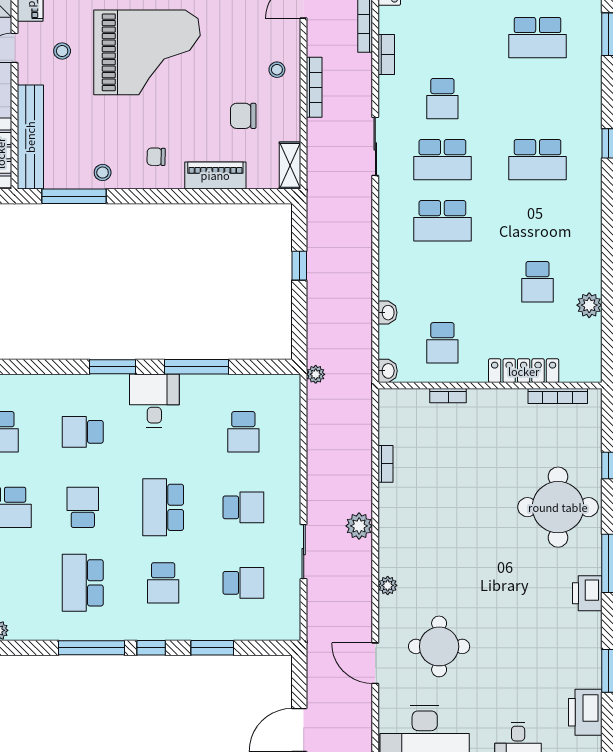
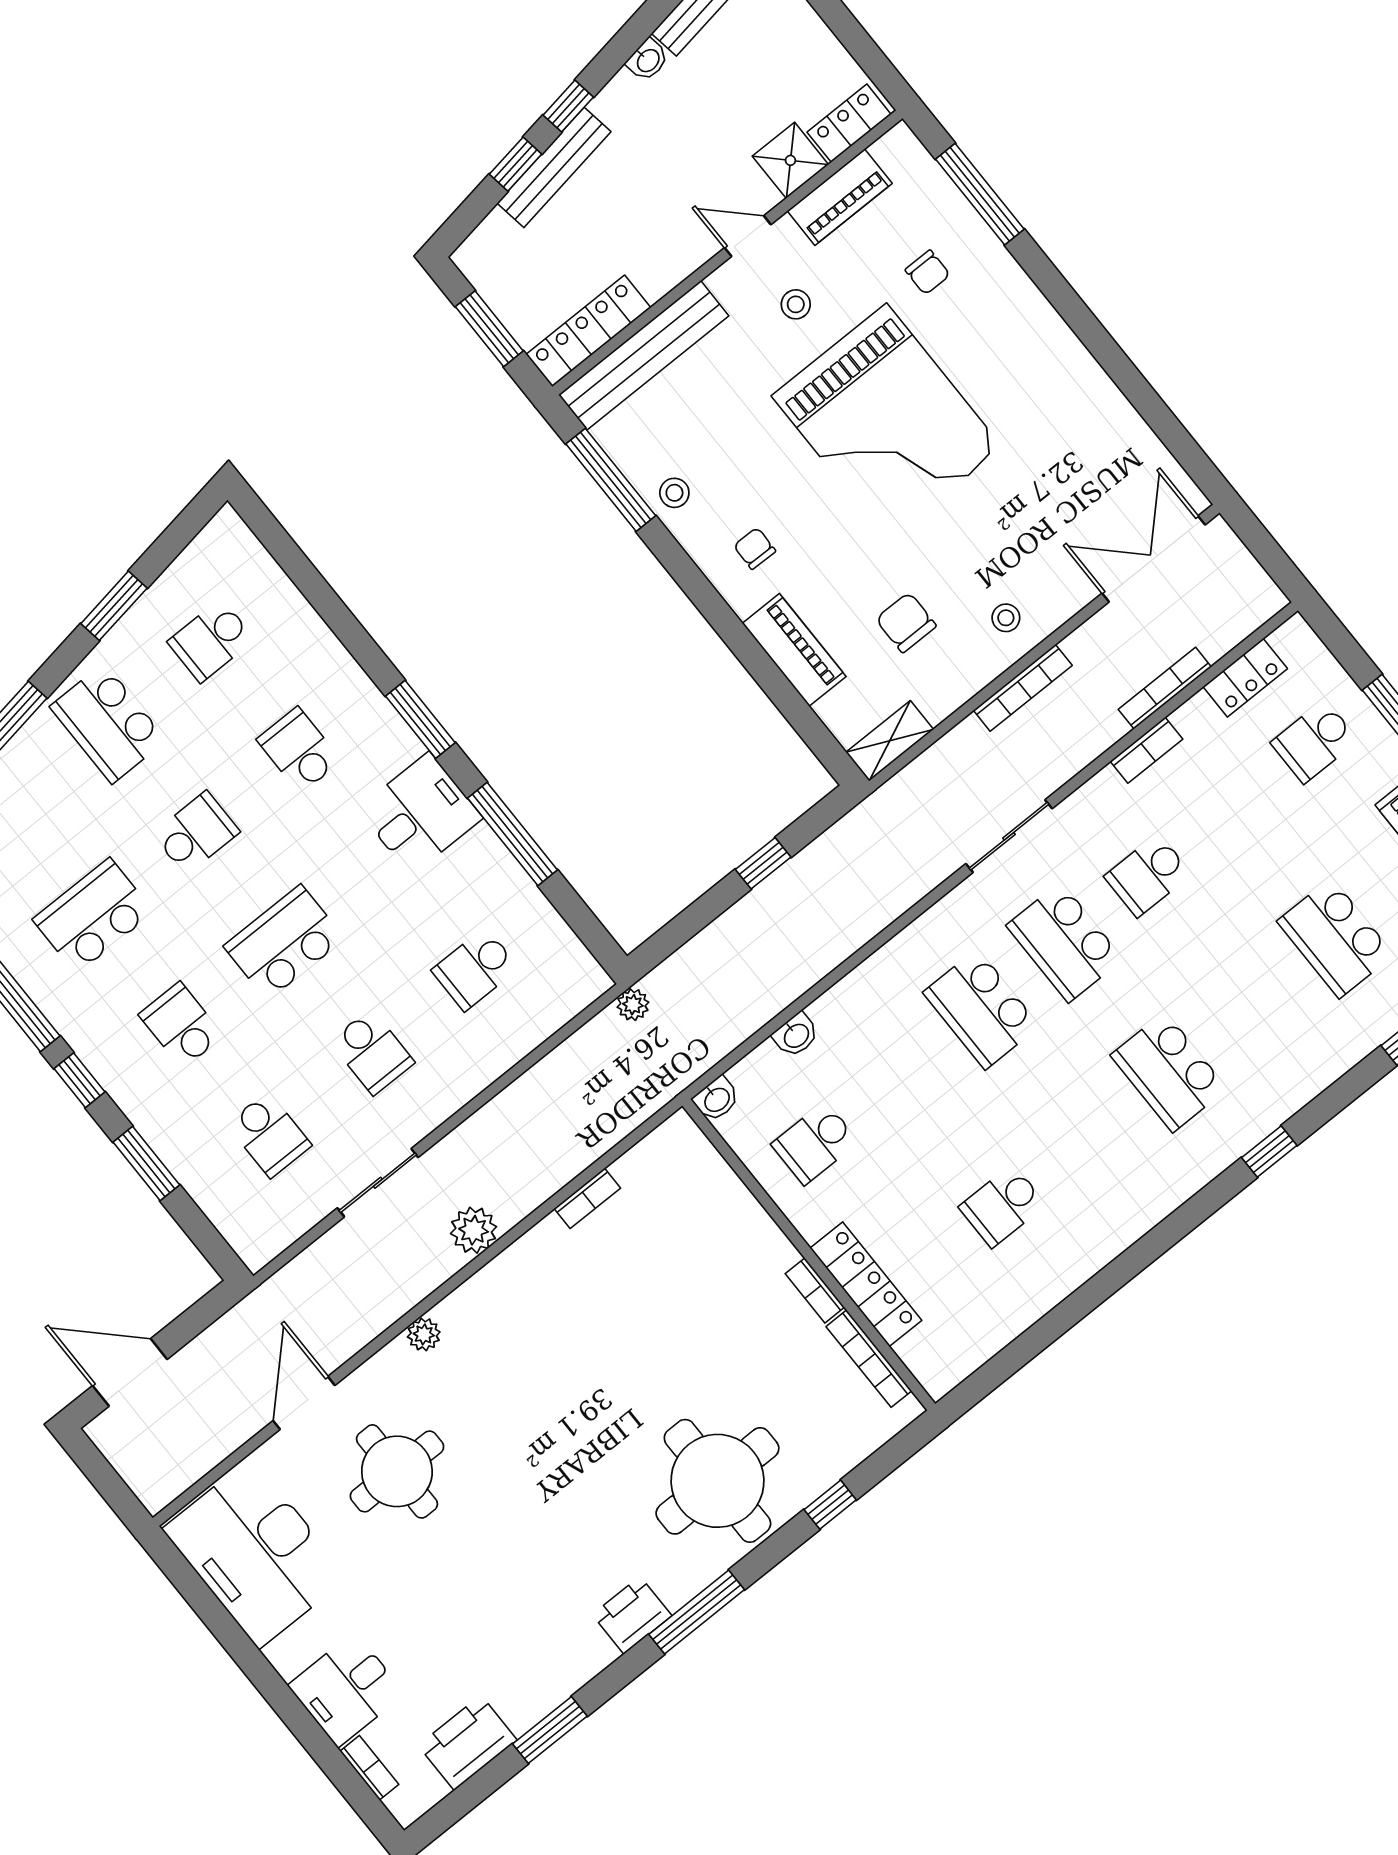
plant: (589, 305) -> (1027, 1302), removed
bookcase: (448, 396) -> (815, 1290), moved
school desk: (163, 583) -> (181, 1025), turned 90

